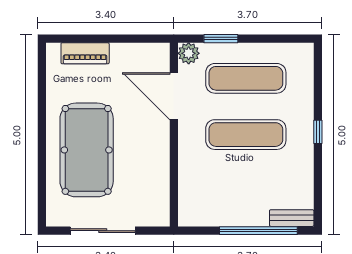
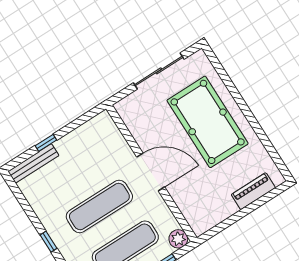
door: (174, 96) -> (151, 172), moved
bench: (292, 218) -> (33, 163), width x1.36
window: (258, 231) -> (46, 143), width x0.32

